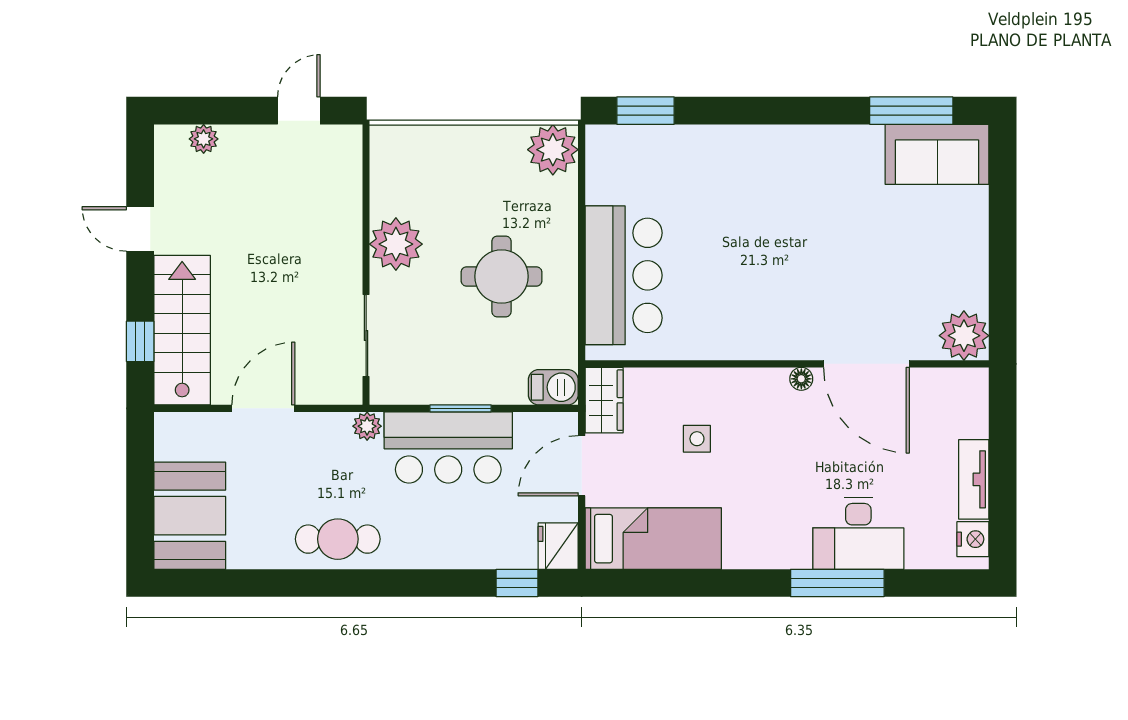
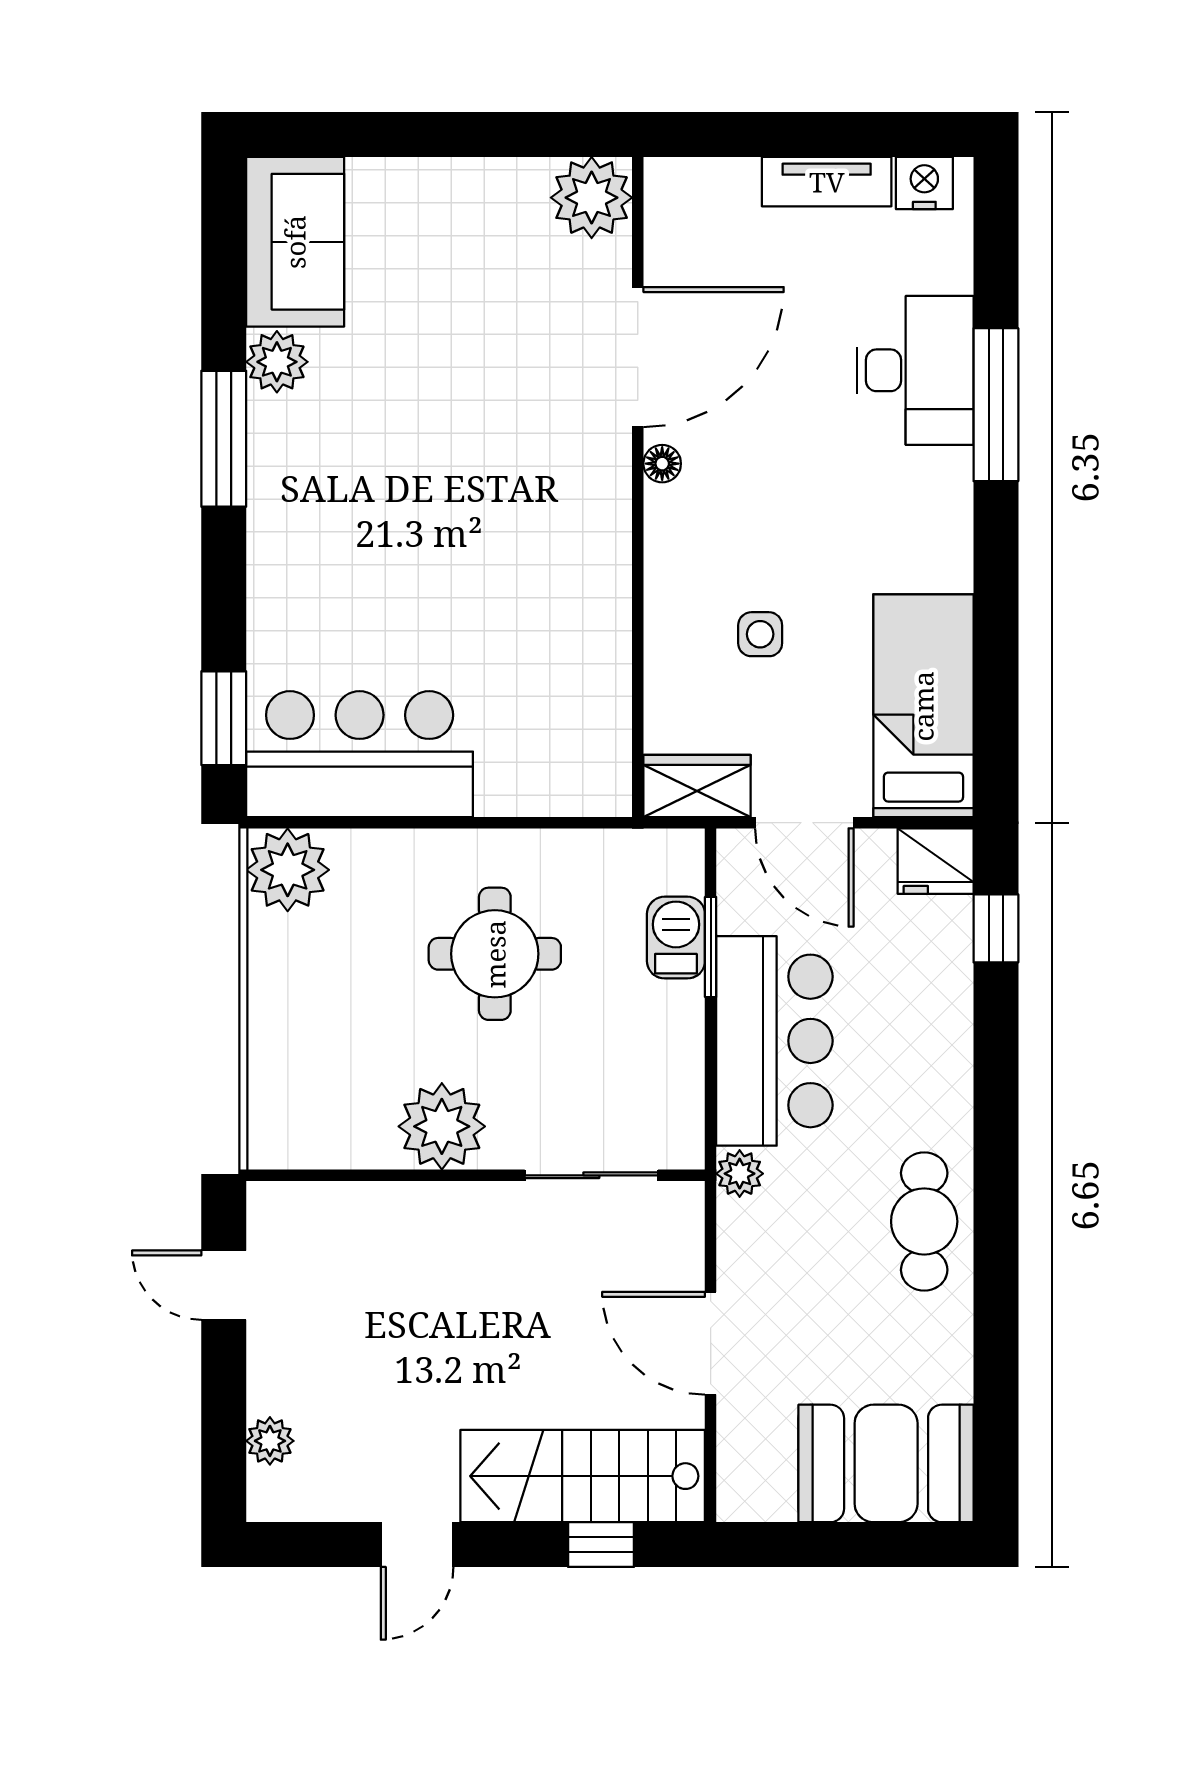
window: (911, 111) -> (224, 439), moved
plant: (864, 143) -> (277, 362), added
bar counter: (624, 275) -> (360, 754), moved
barbecue: (553, 387) -> (676, 938), moved
window: (461, 408) -> (711, 947), moved

